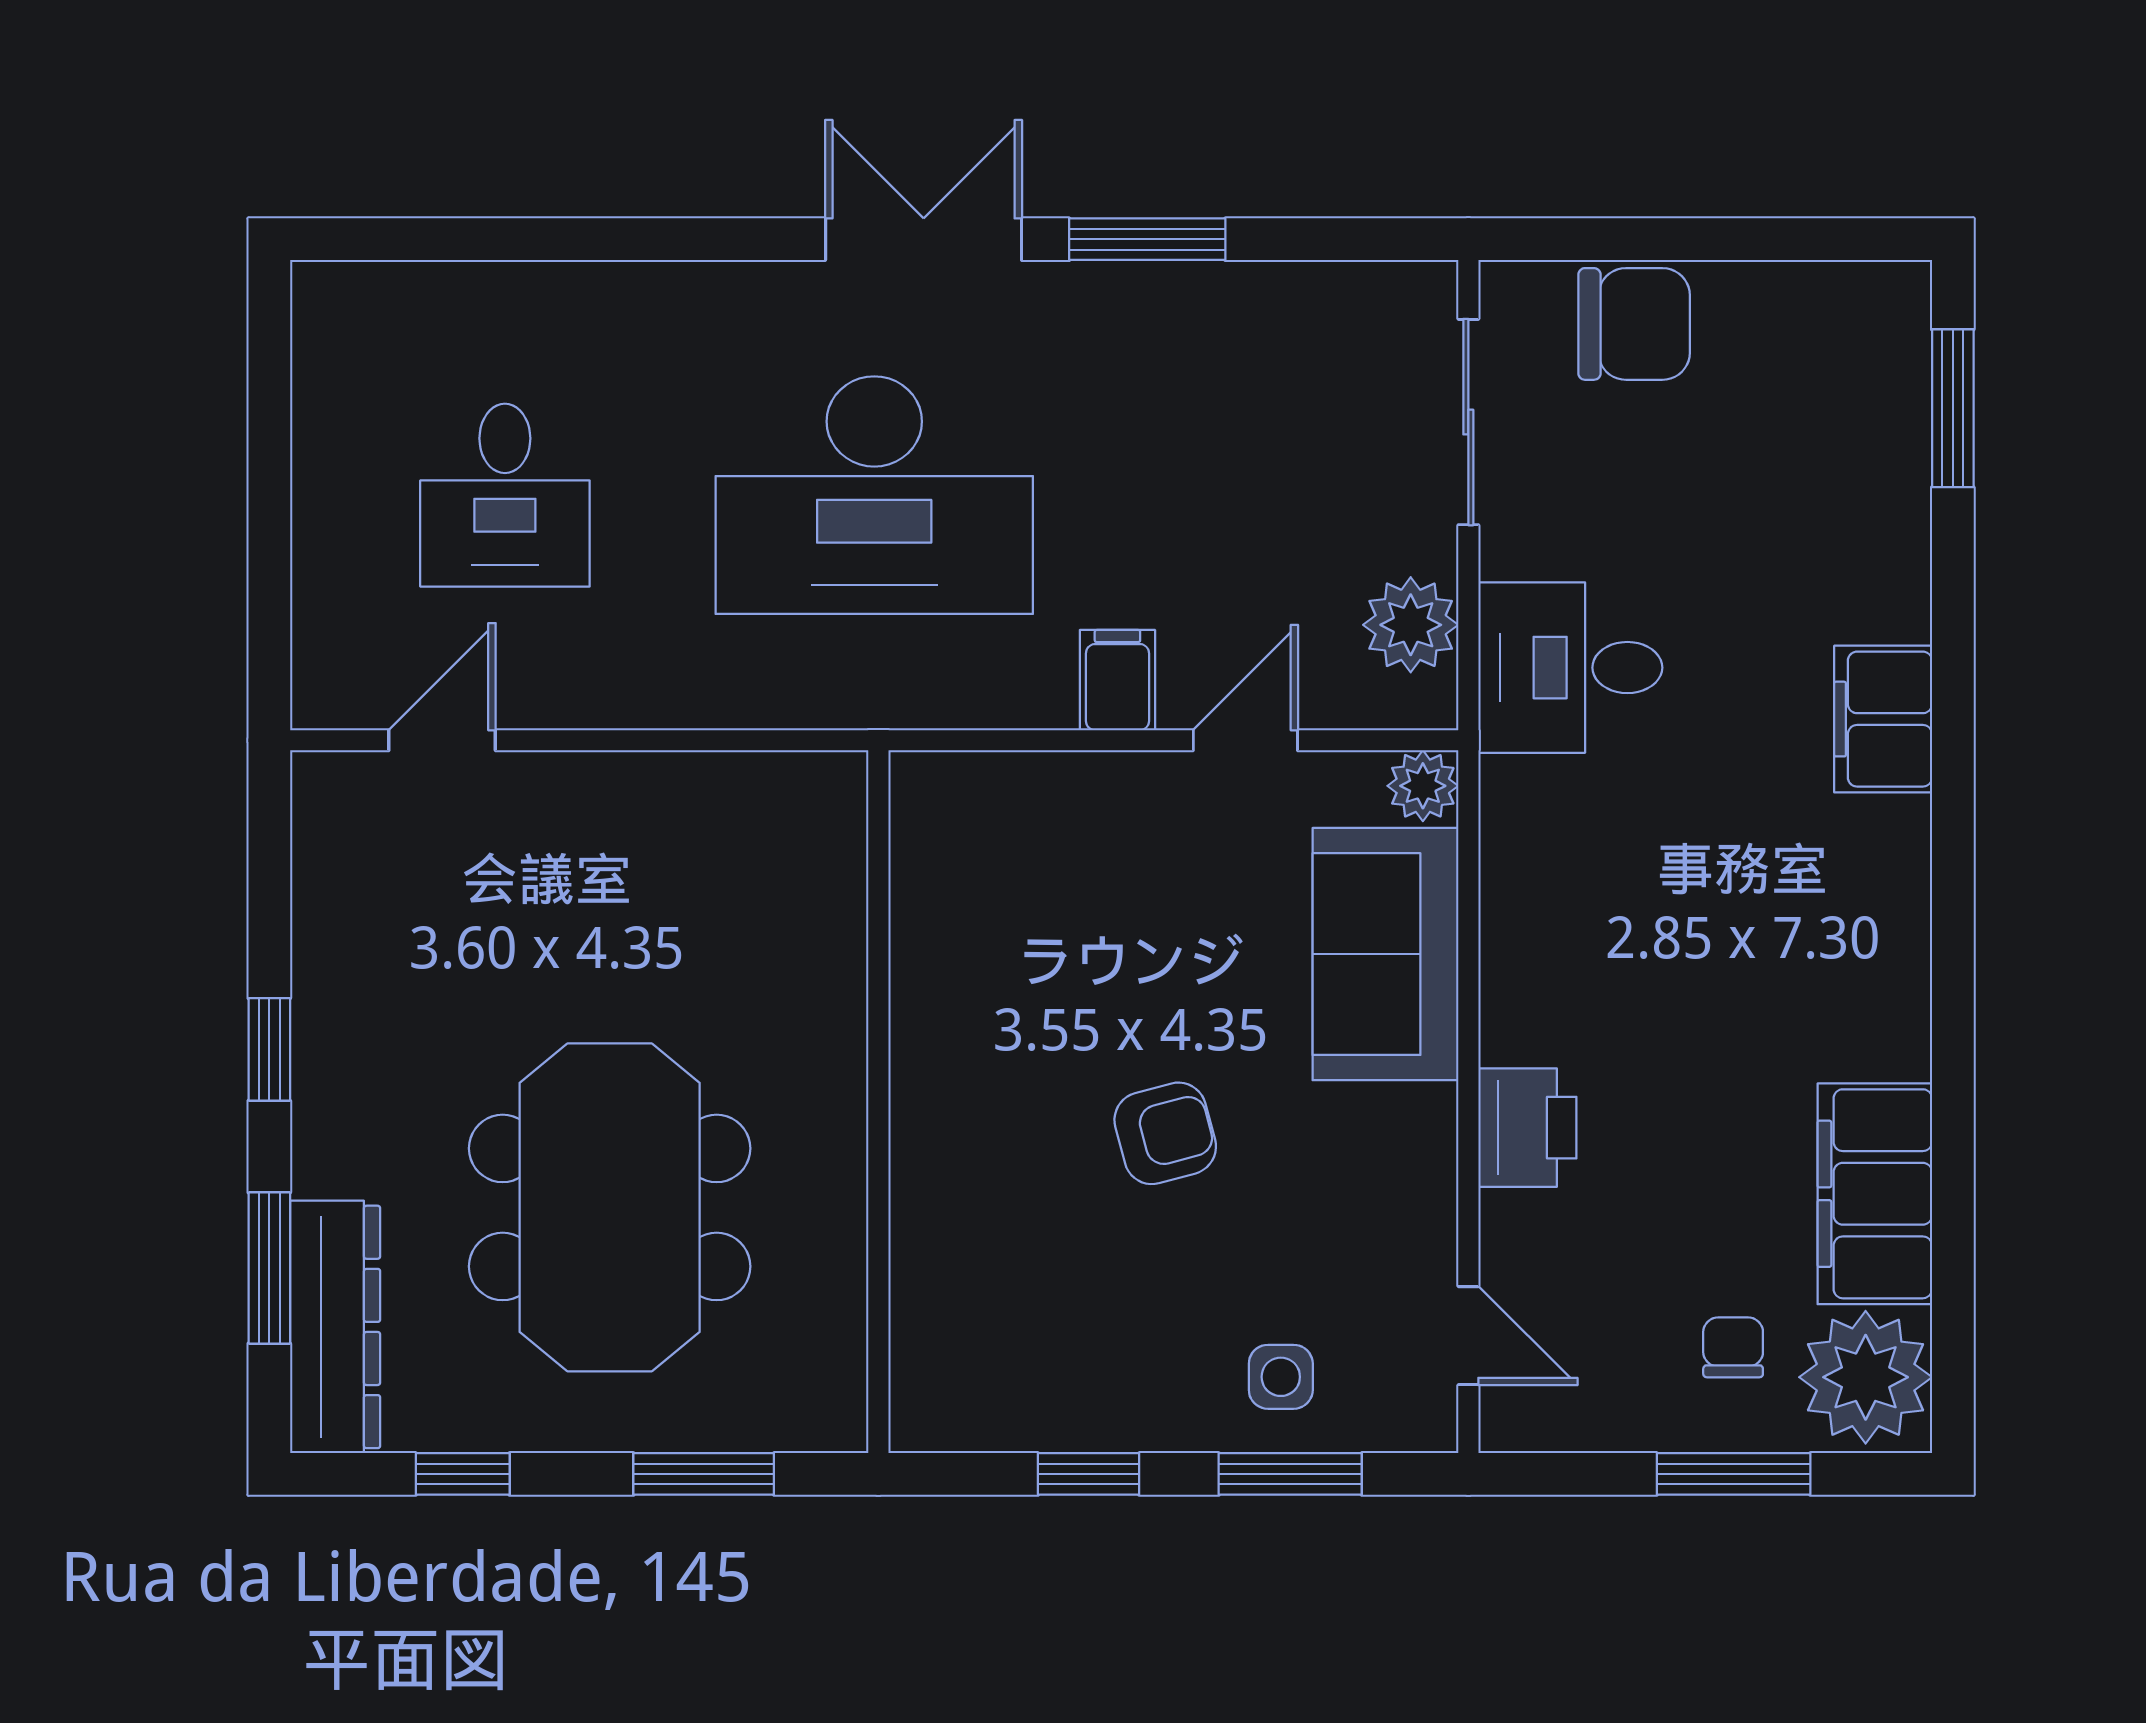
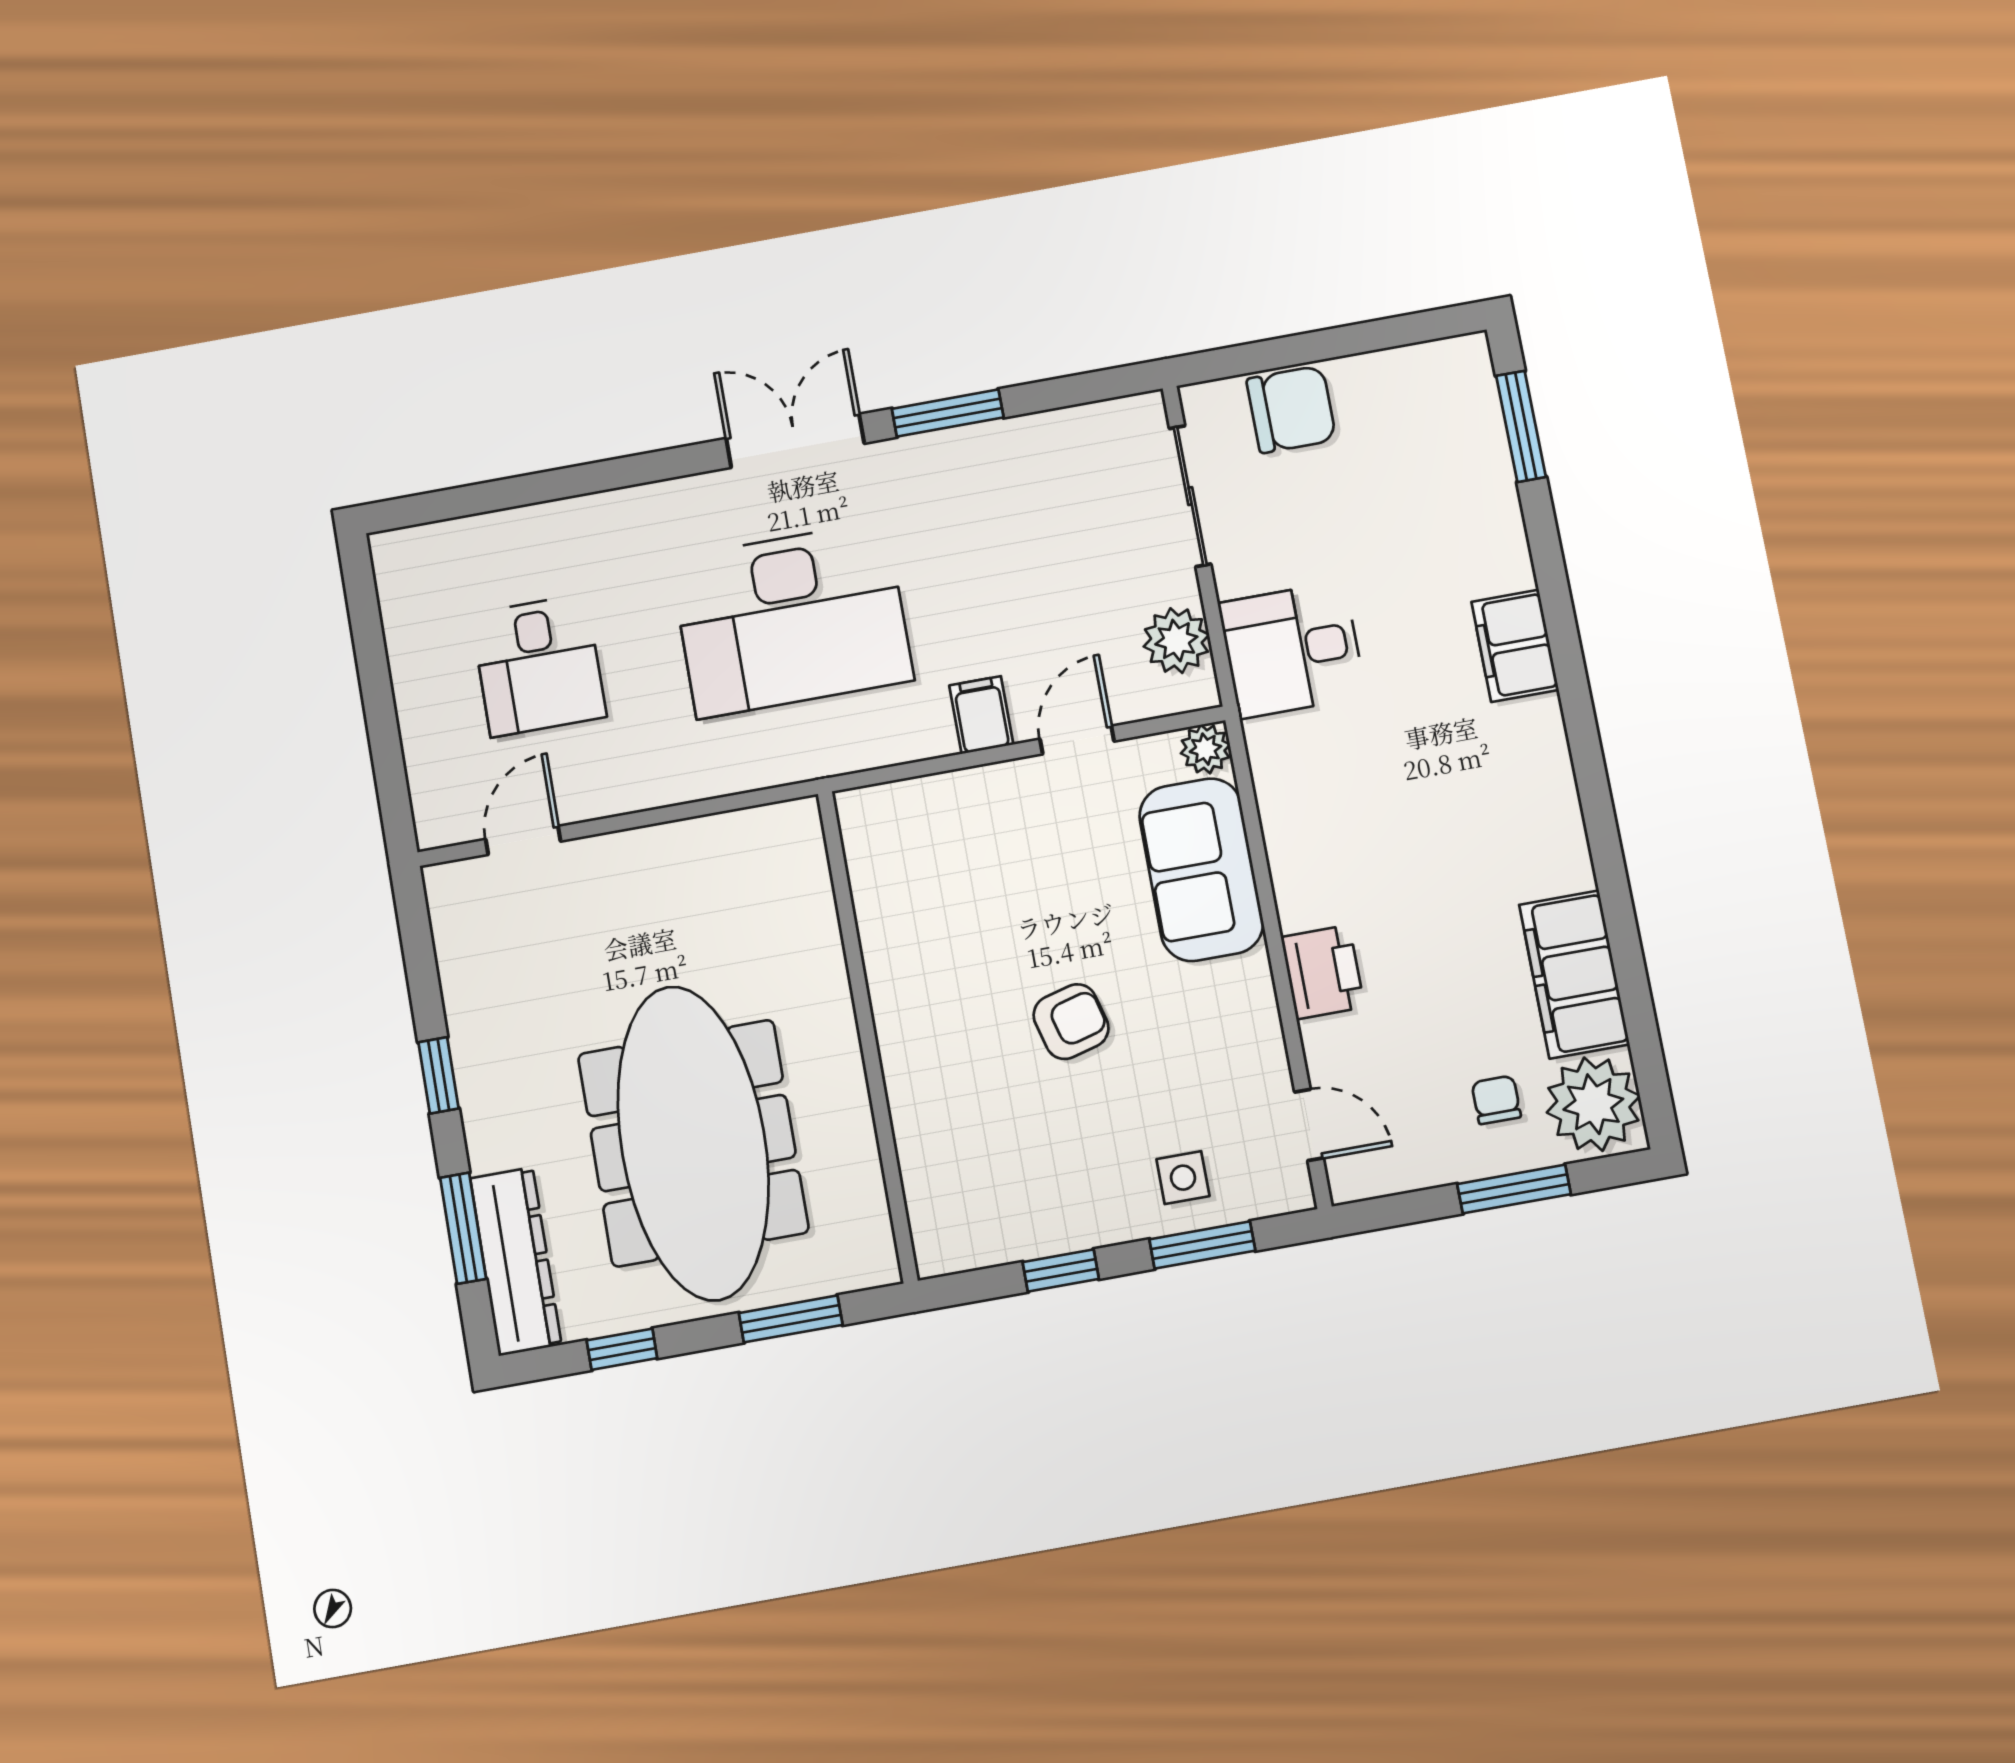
meeting table: (610, 1207) -> (693, 1143), width x1.36

